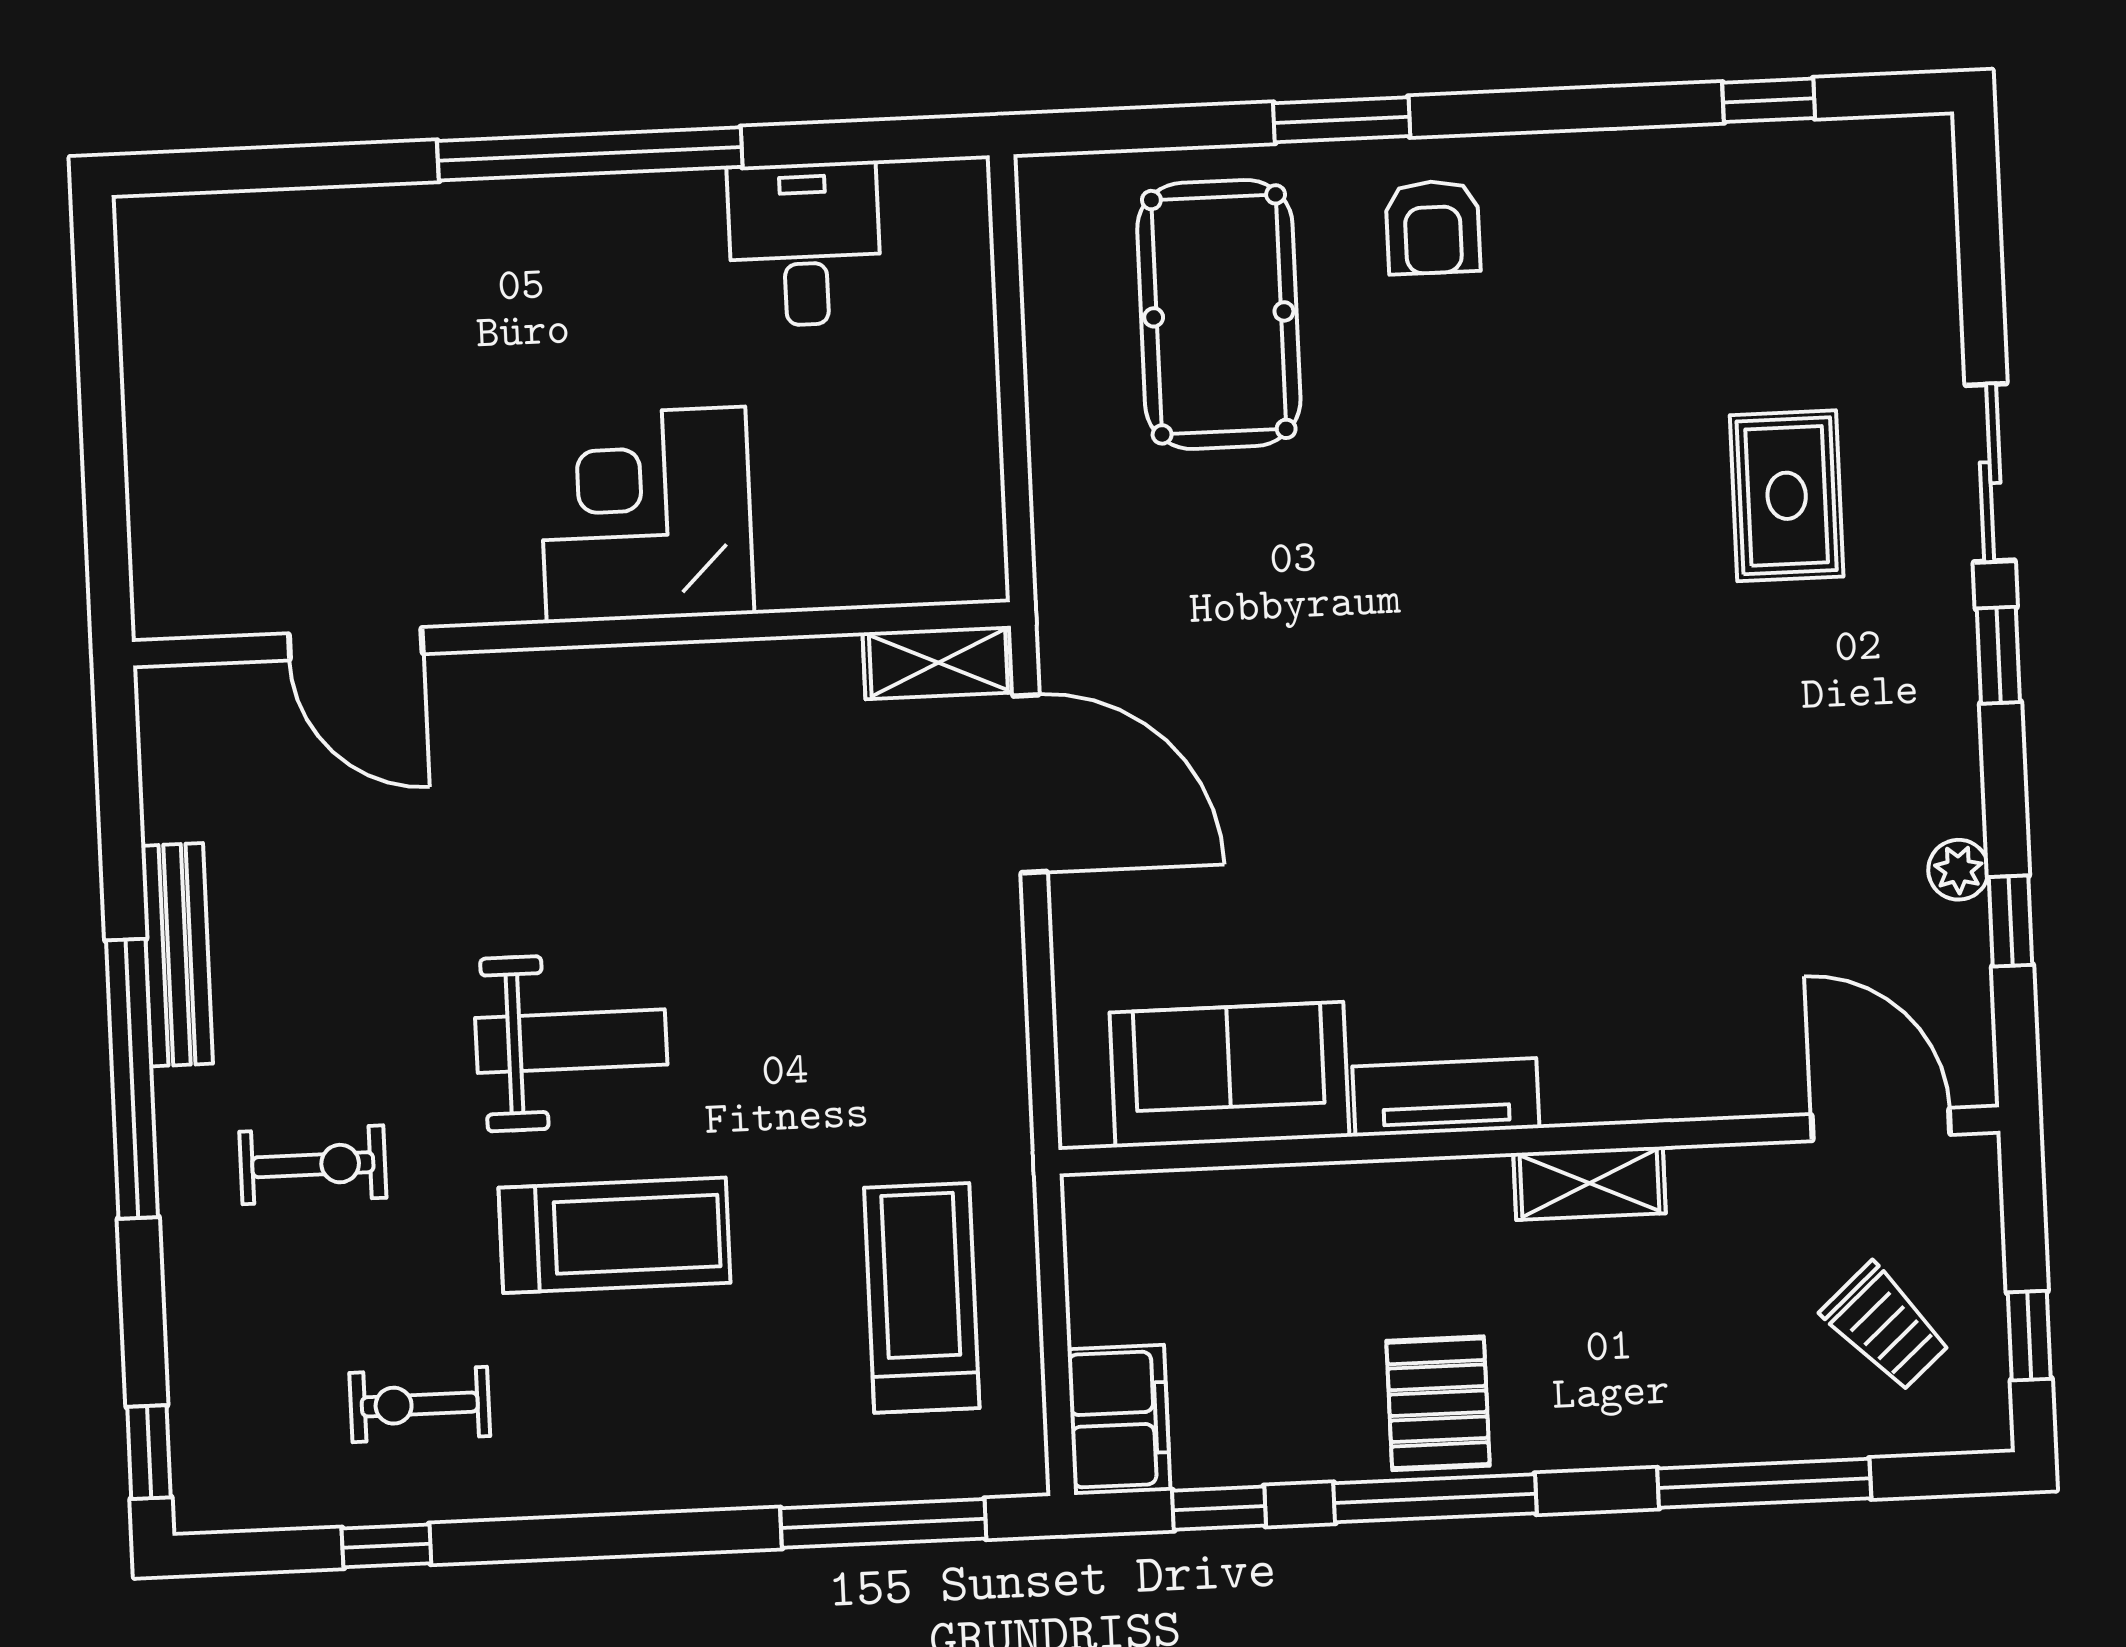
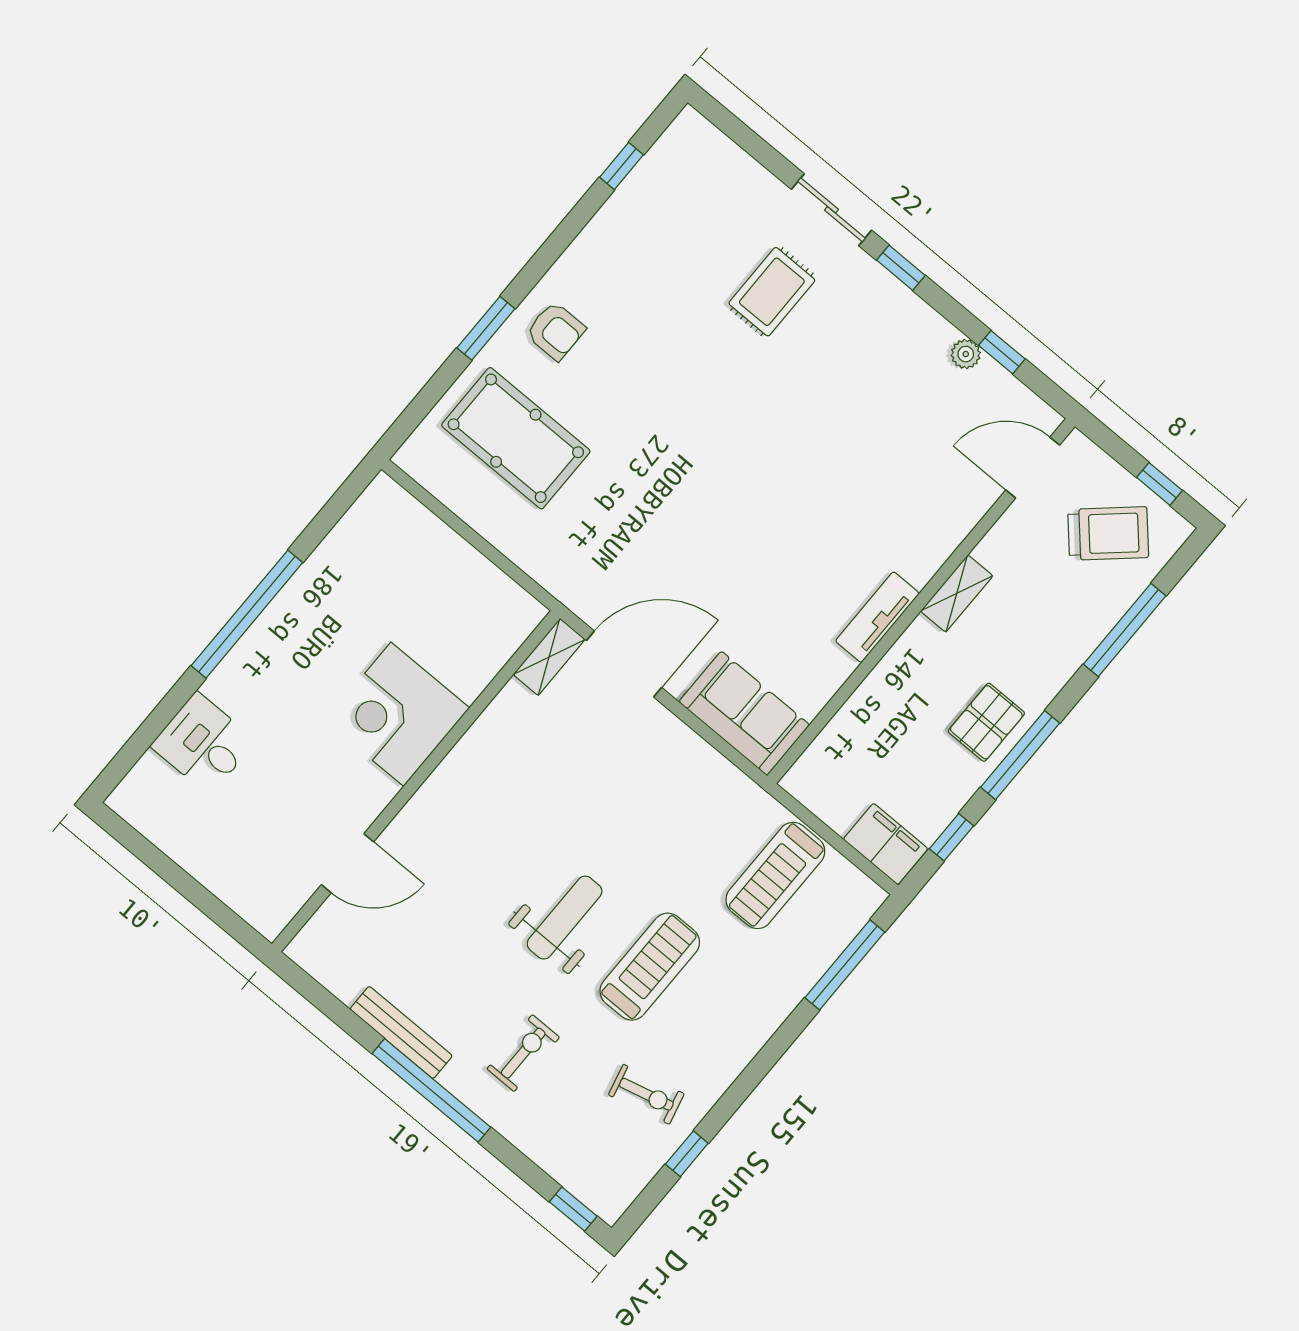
desk: (805, 244) -> (203, 743), moved
rug: (1787, 496) -> (772, 292), turned 90
sofa: (1229, 1075) -> (744, 713), moved, turned 90
treadmill: (922, 1298) -> (775, 875), turned -90
trolley: (1886, 1327) -> (1108, 533), width x1.36, depth x1.39
pallet: (1438, 1403) -> (986, 722), turned 90
exercise bike: (420, 1404) -> (646, 1094), turned -104

